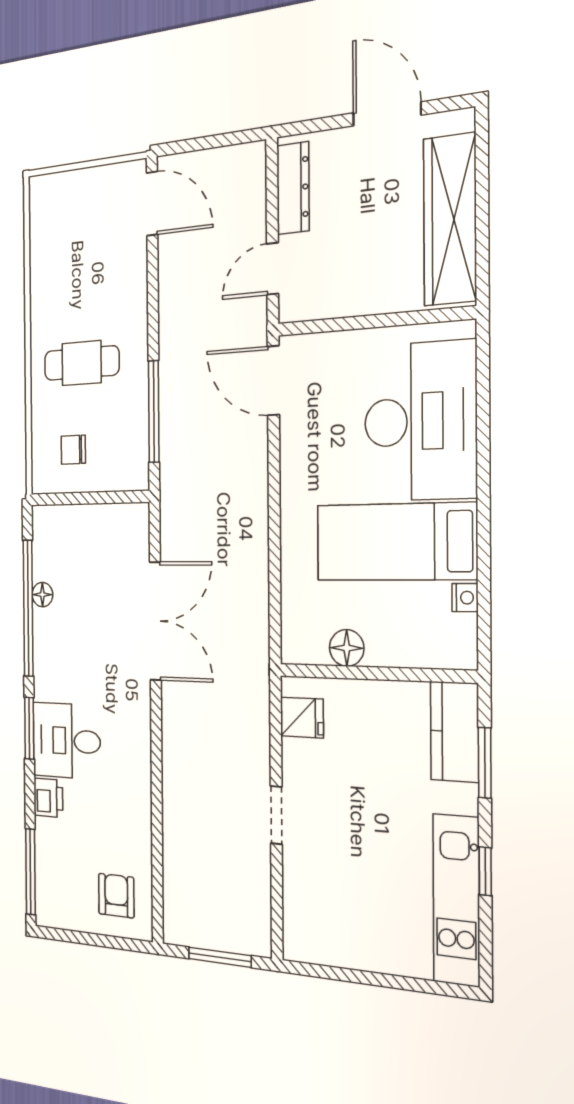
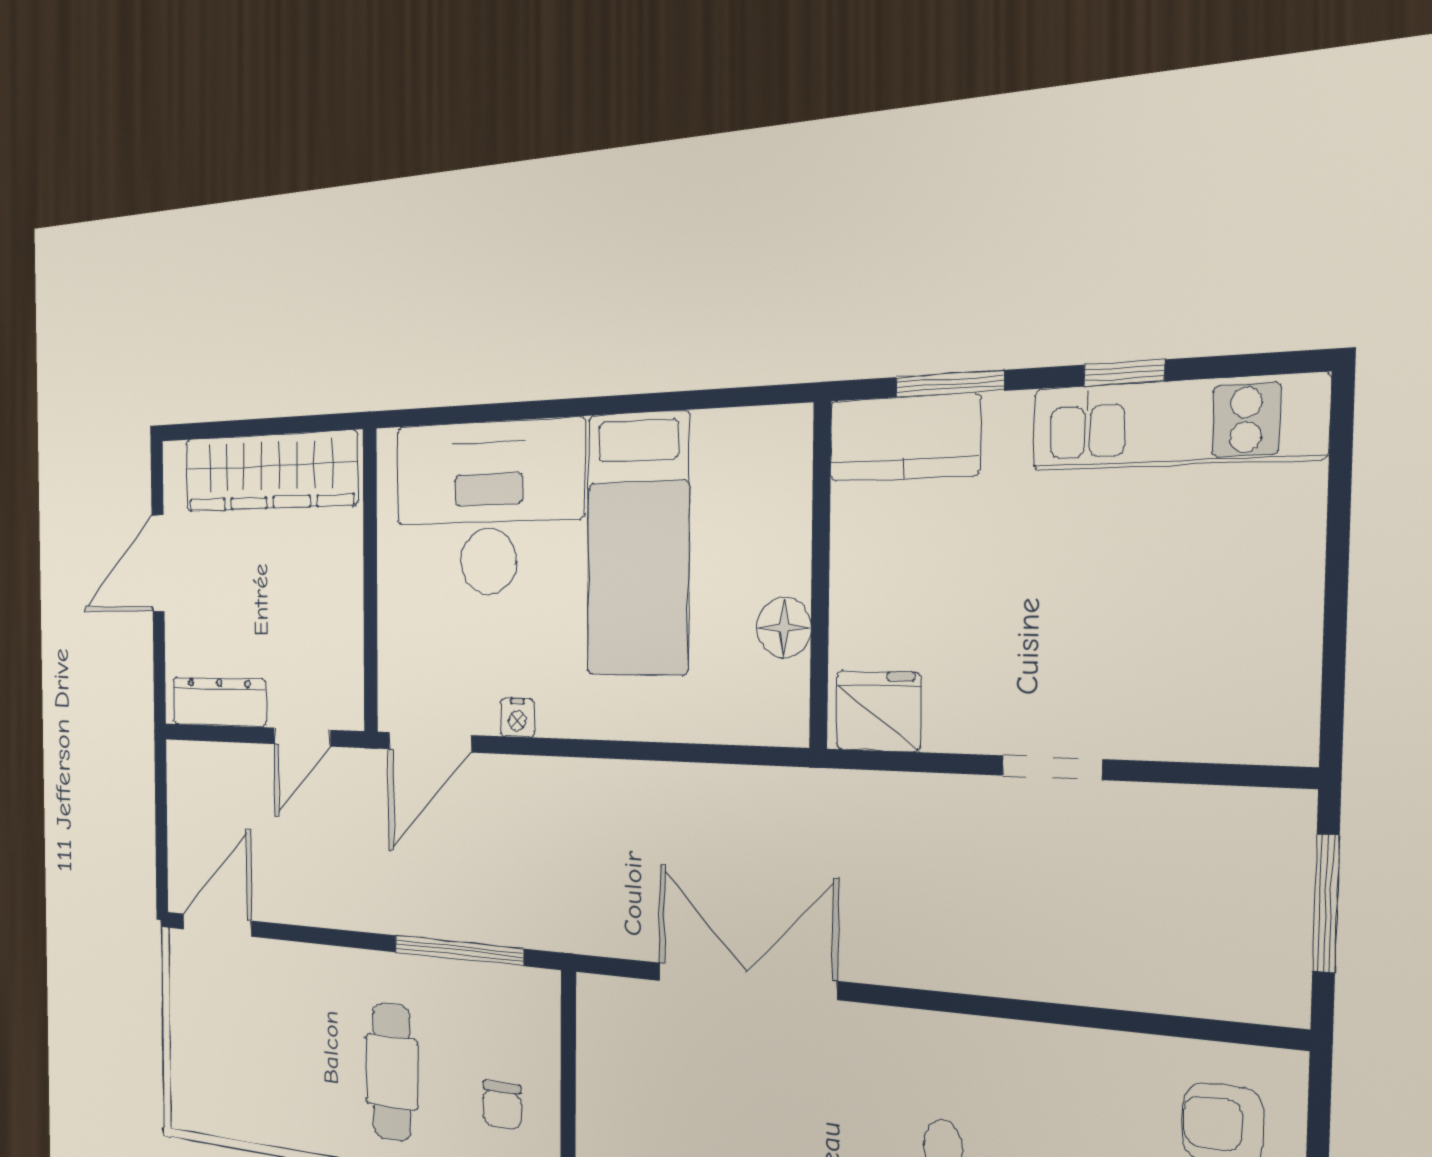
door: (273, 269) -> (302, 737), hinge flipped
nightstand: (465, 598) -> (517, 718), moved, turned 180
fridge: (302, 718) -> (878, 711), width x1.38

